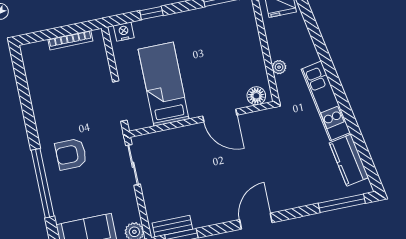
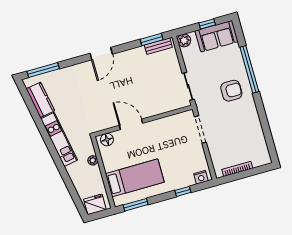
bed: (164, 84) -> (135, 178), moved, turned -90

